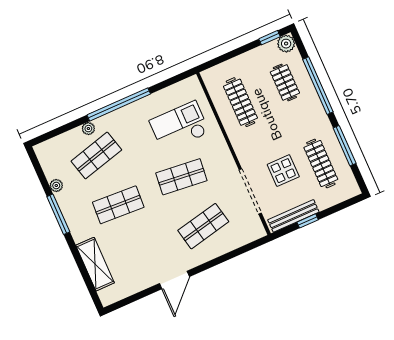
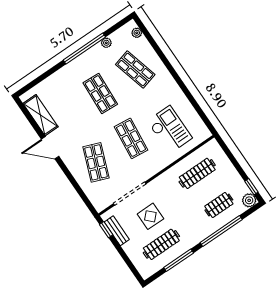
window: (119, 104) -> (178, 80), removed
plant: (88, 129) -> (137, 33), moved
window: (58, 214) -> (84, 48), width x1.46
bench: (293, 216) -> (117, 231), width x0.73
window: (308, 221) -> (106, 230), moved
shop shelf: (203, 226) -> (96, 162), turned 33
shelving: (95, 264) -> (40, 115), moved, turned 90

